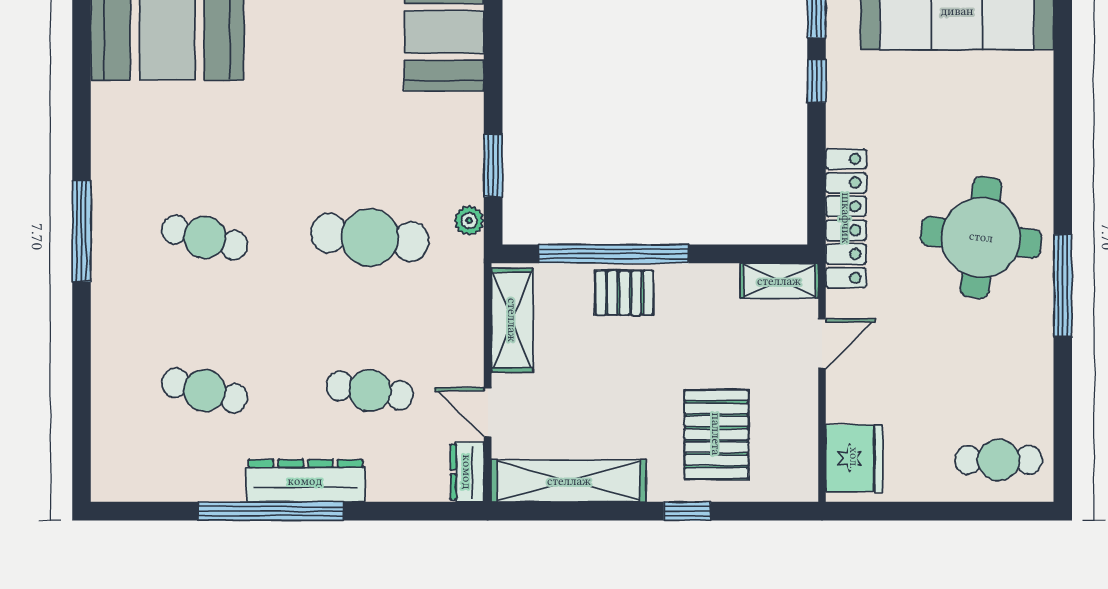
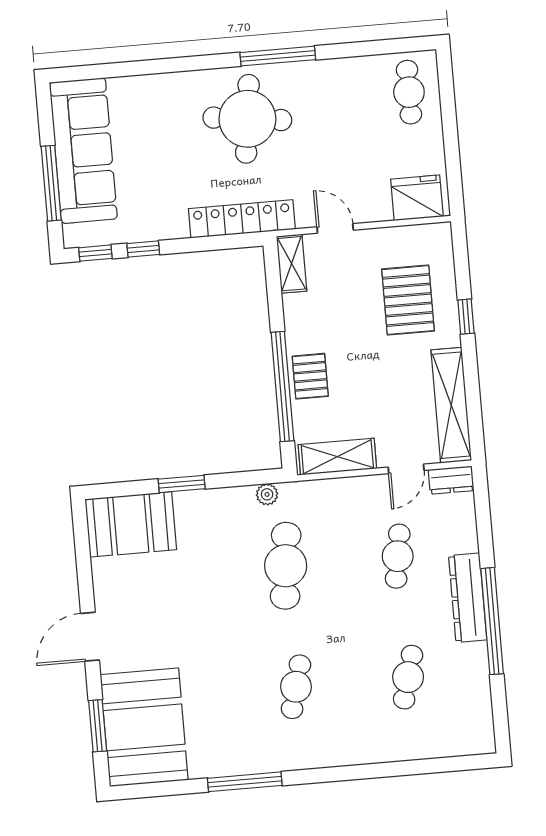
window: (493, 165) -> (182, 484), moved
window: (82, 231) -> (245, 782), moved
pallet: (716, 434) -> (408, 300), turned 90

